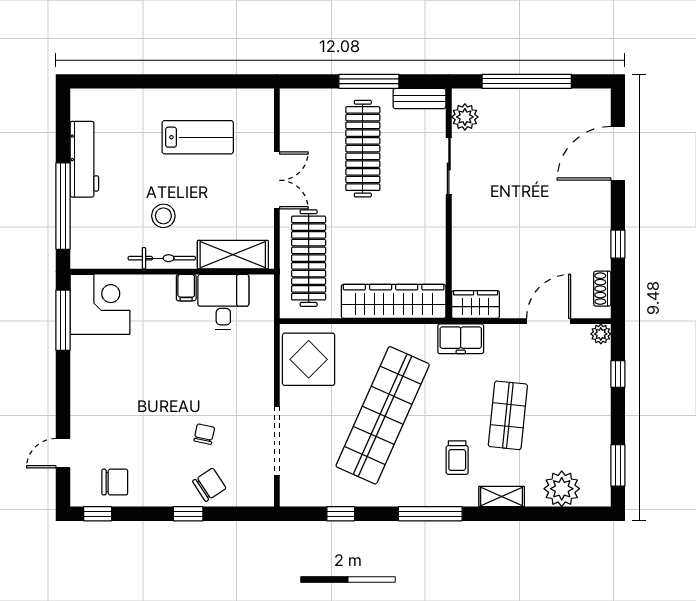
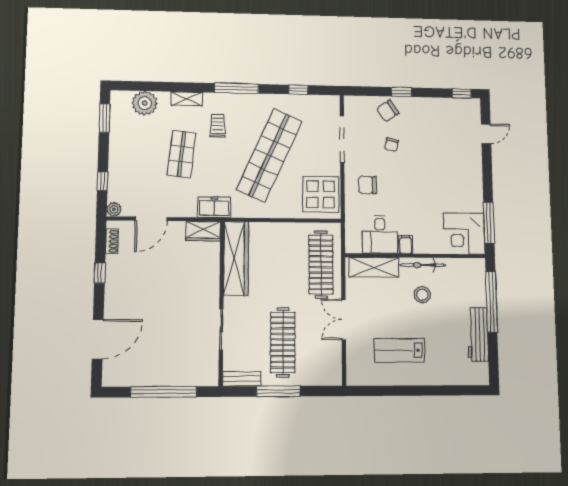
plant: (465, 117) -> (209, 365), removed
wardrobe: (394, 301) -> (236, 258), moved, turned -90
chair: (115, 482) -> (367, 185), moved

